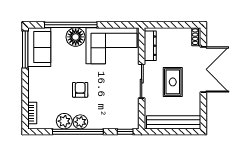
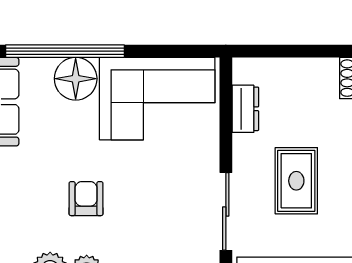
dresser: (150, 46) -> (245, 109), width x0.70
sliding door: (142, 81) -> (226, 211), moved

